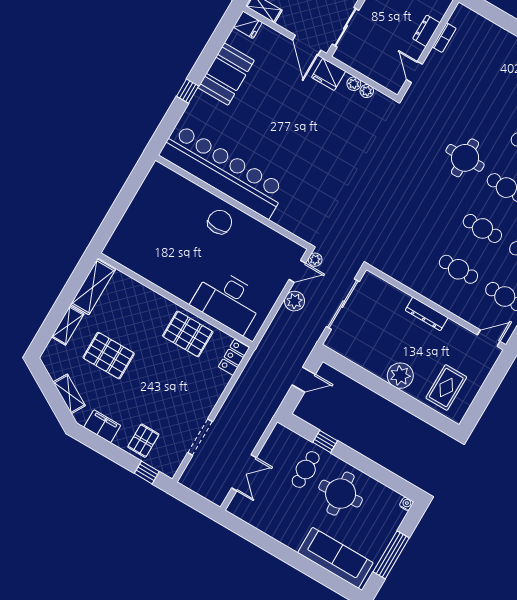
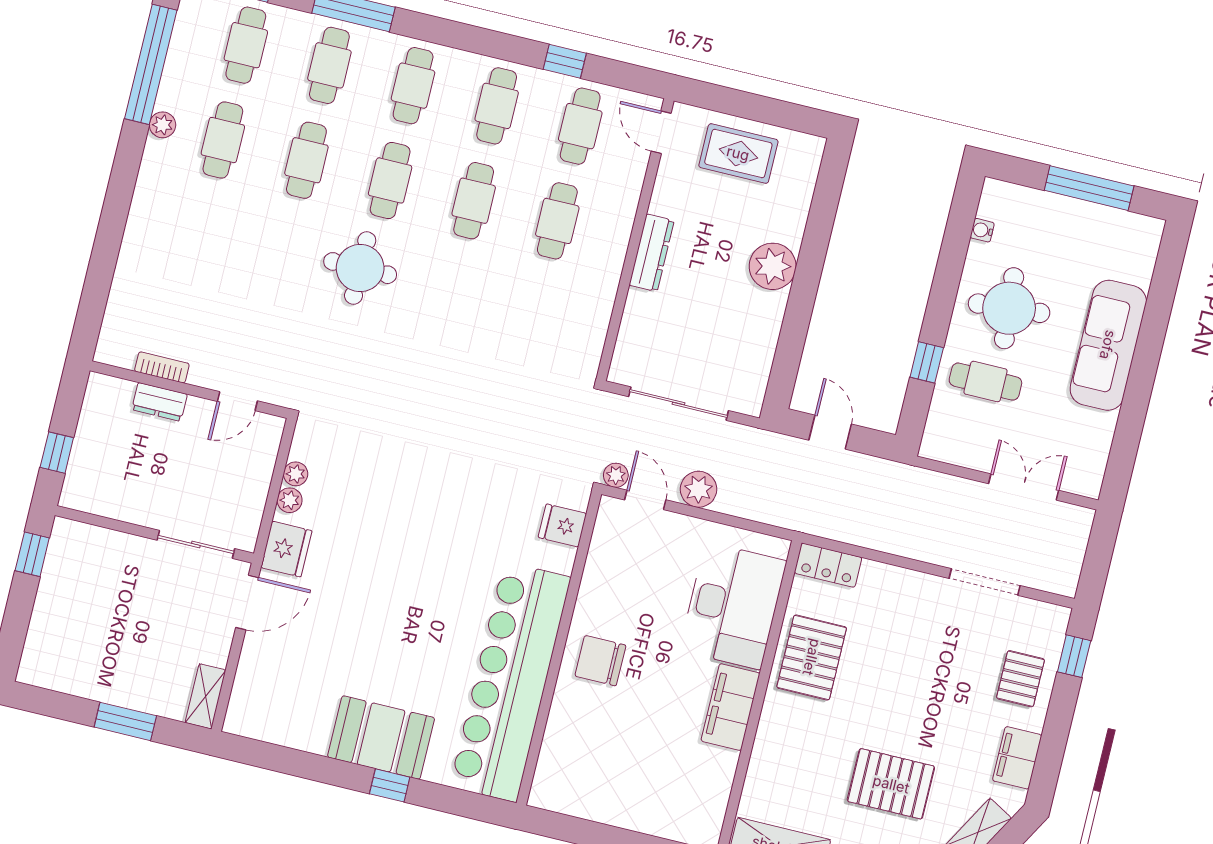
fridge: (248, 25) -> (562, 525), moved, turned -90
booth: (226, 74) -> (381, 737), moved
filing cabinet: (175, 283) -> (730, 707), added
pallet: (109, 356) -> (891, 784), turned 90
rug: (446, 387) -> (738, 153), moved
pallet: (143, 441) -> (1020, 679), turned 90
water cooler: (406, 504) -> (982, 230), moved
sofa: (335, 558) -> (1108, 345), moved

